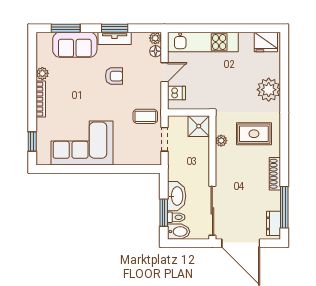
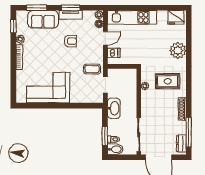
shower: (199, 126) -> (129, 76), removed
window: (32, 142) -> (13, 26), moved
washbasin: (177, 196) -> (114, 108), moved

